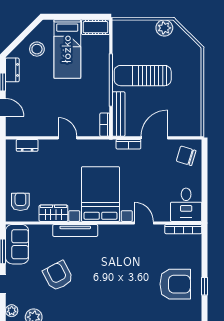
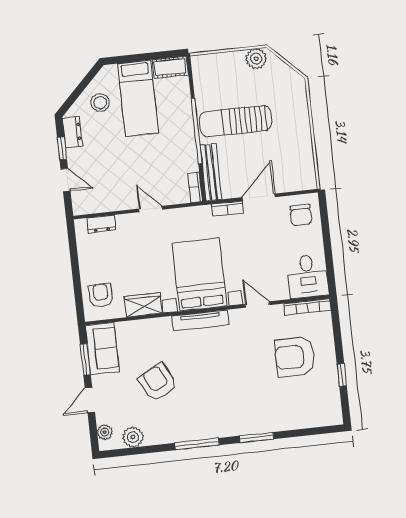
chair: (186, 156) -> (301, 215), turned -107
tv unit: (75, 230) -> (200, 320), moved
armchair: (175, 284) -> (295, 357), moved, turned 180

